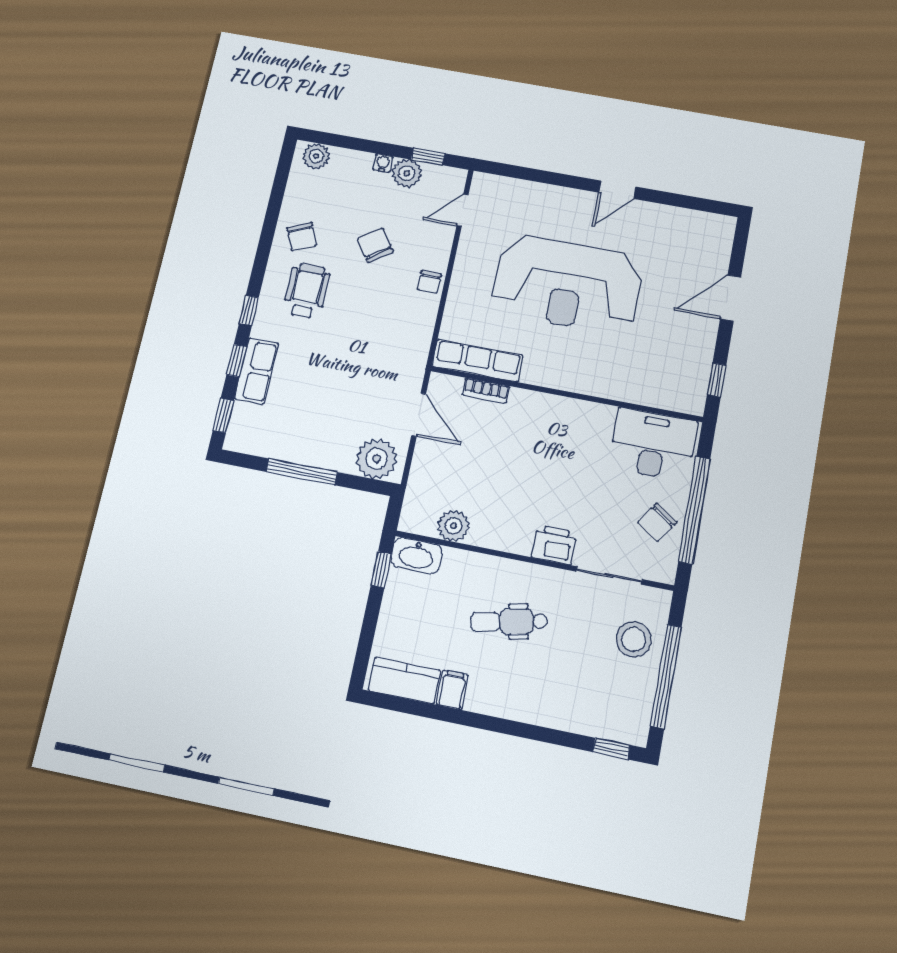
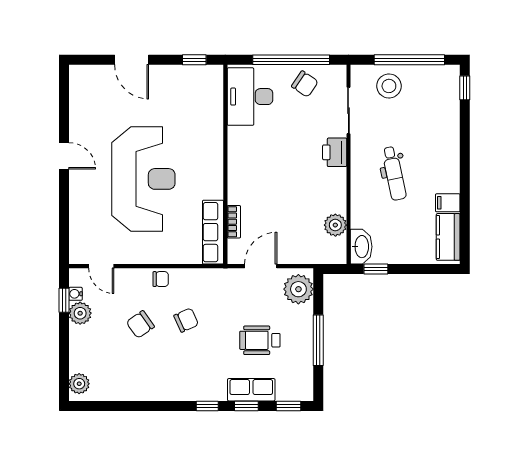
water cooler: (383, 163) -> (75, 294), moved
chair: (302, 237) -> (186, 320), moved
wheelchair: (307, 291) -> (260, 340), moved

